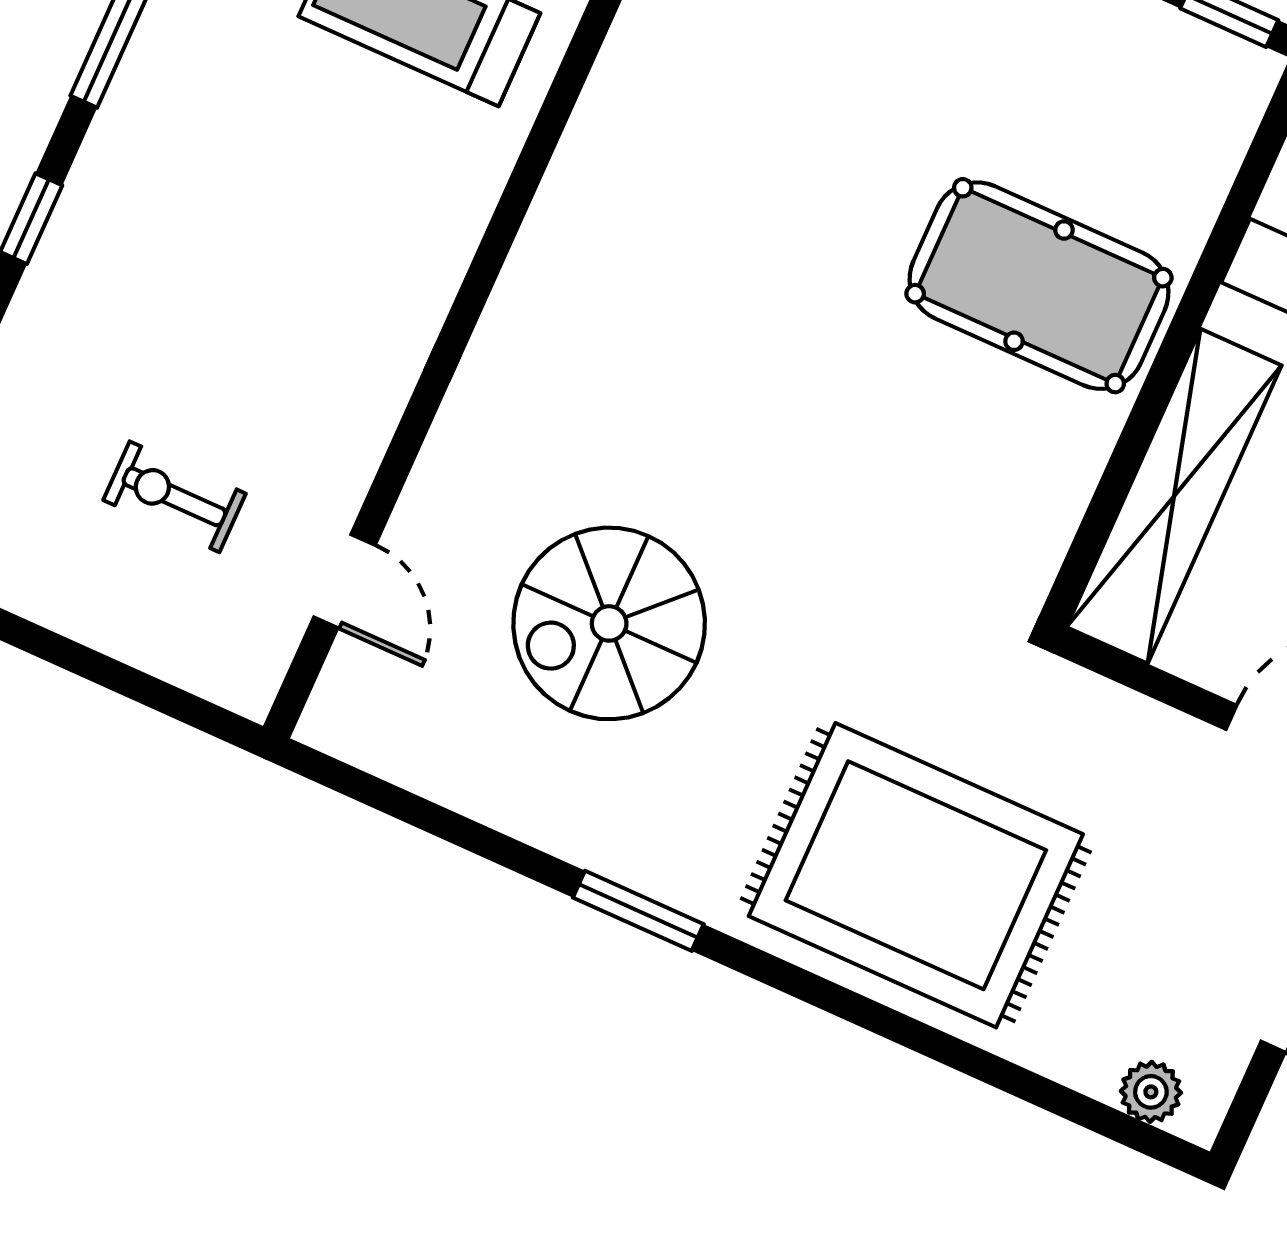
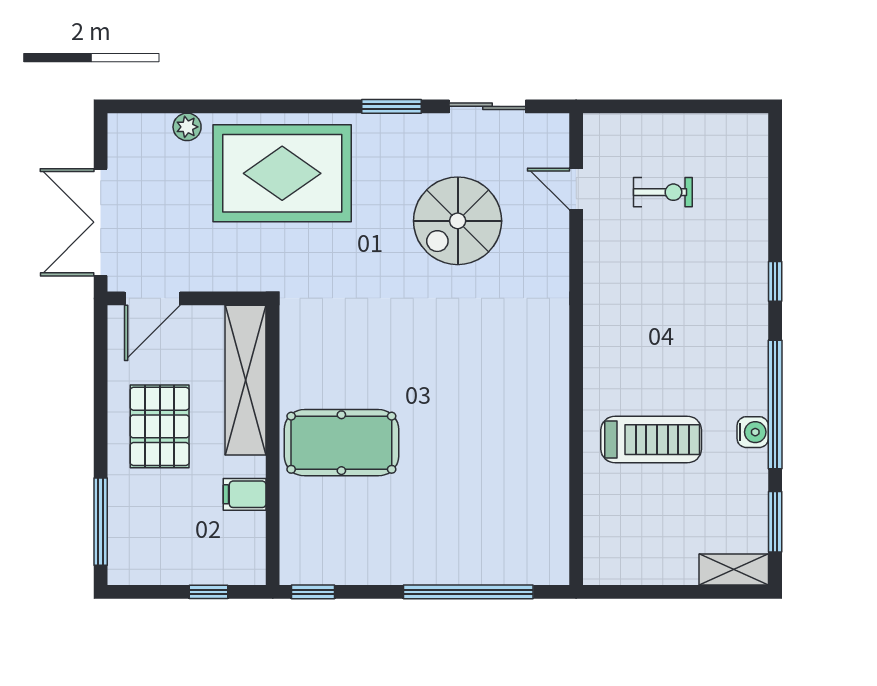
spiral stairs: (609, 623) -> (458, 221), turned 180
sliding door: (447, 825) -> (487, 106), added
plant: (1151, 1092) -> (187, 127), moved

